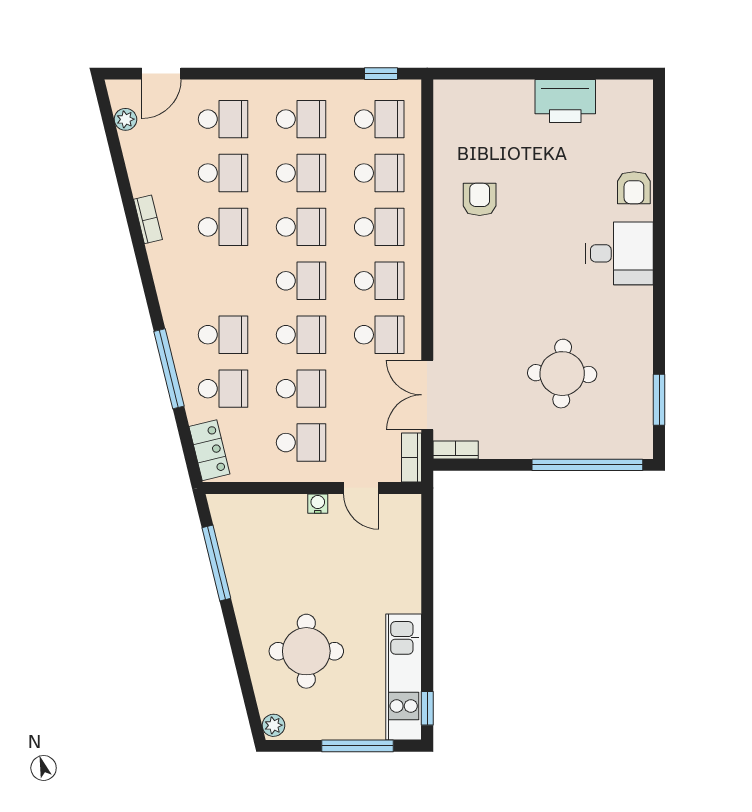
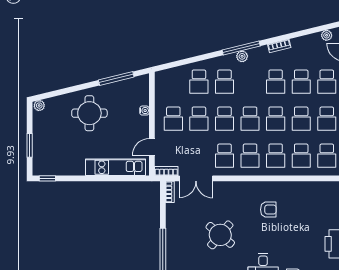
armchair: (480, 199) -> (268, 210), moved
plant: (170, 298) -> (242, 56), added
window: (169, 369) -> (241, 48), moved
round table: (562, 374) -> (220, 235), moved, turned 38
double door: (427, 395) -> (196, 178), swing flipped
locker: (209, 450) -> (170, 75), removed
water cooler: (318, 504) -> (144, 111), moved
round table: (306, 651) -> (89, 113), moved
kitchen unit: (404, 677) -> (116, 167), moved
window: (357, 746) -> (30, 145), width x0.69

